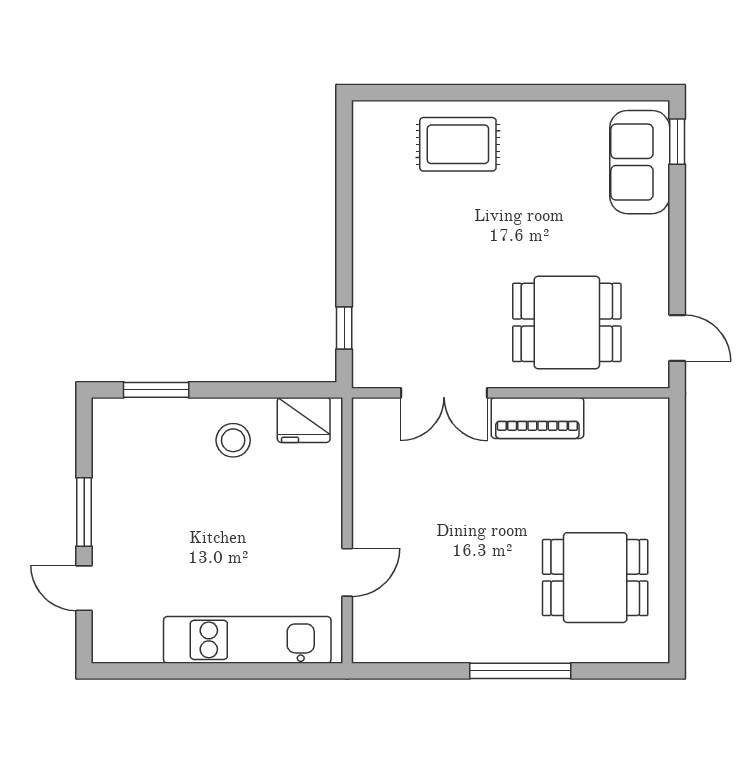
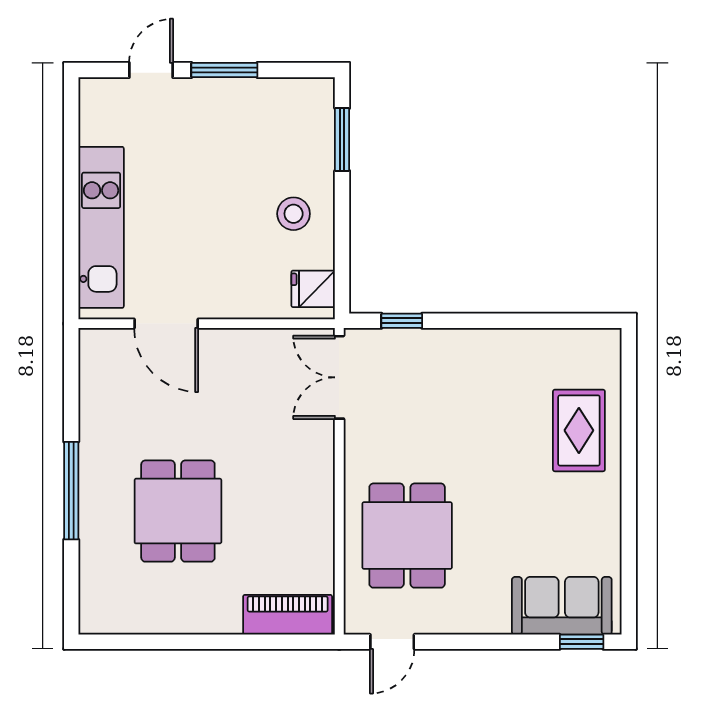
double door: (444, 393) -> (339, 377), moved
piano: (537, 418) -> (288, 615), moved, turned 90
fridge: (304, 420) -> (313, 289), width x0.72
door: (347, 572) -> (166, 324), width x1.38
dining table: (595, 578) -> (178, 511), moved

